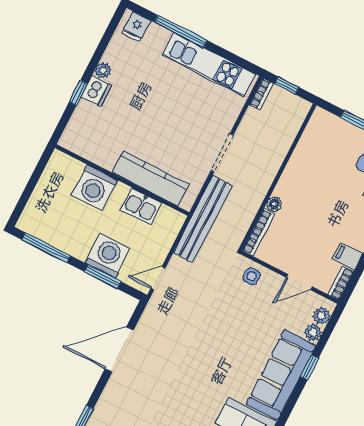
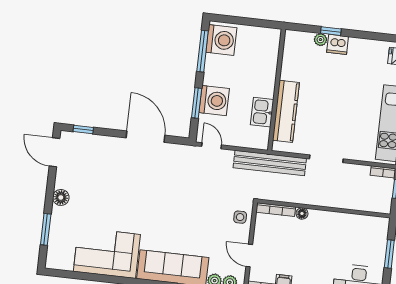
plant: (103, 70) -> (321, 40), moved
washing machine: (94, 188) -> (221, 40), moved, turned 180

